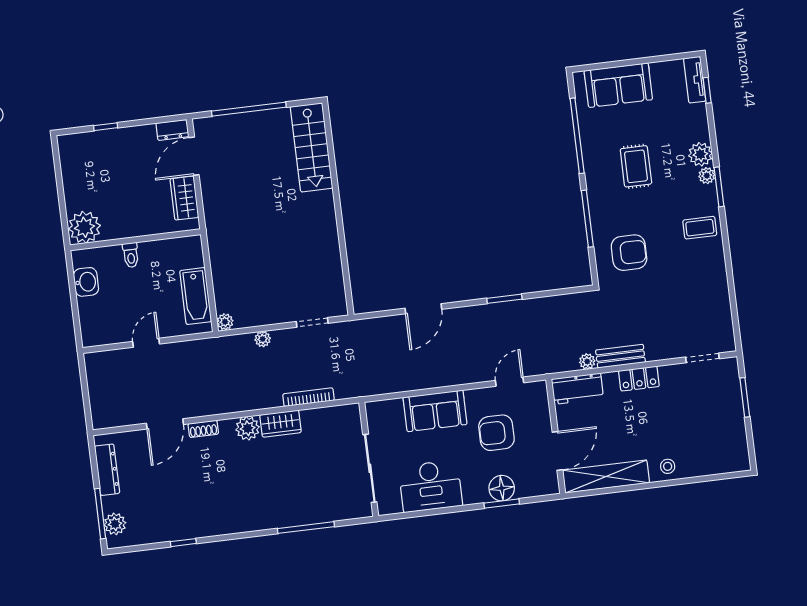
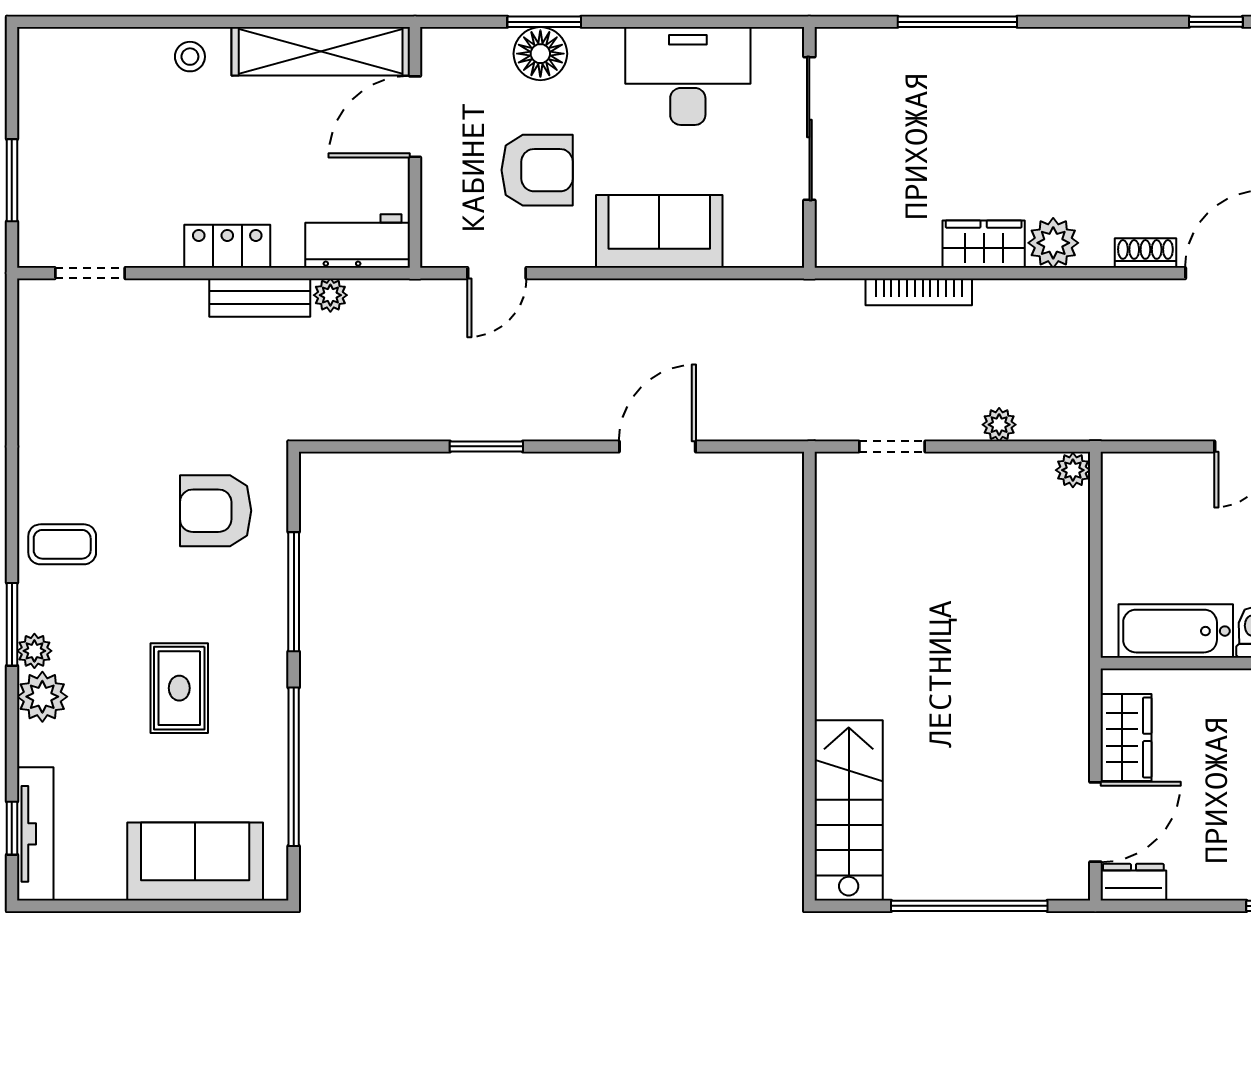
tv unit: (695, 80) -> (35, 834), width x1.41
bathtub: (196, 296) -> (1176, 631), moved, turned -90

